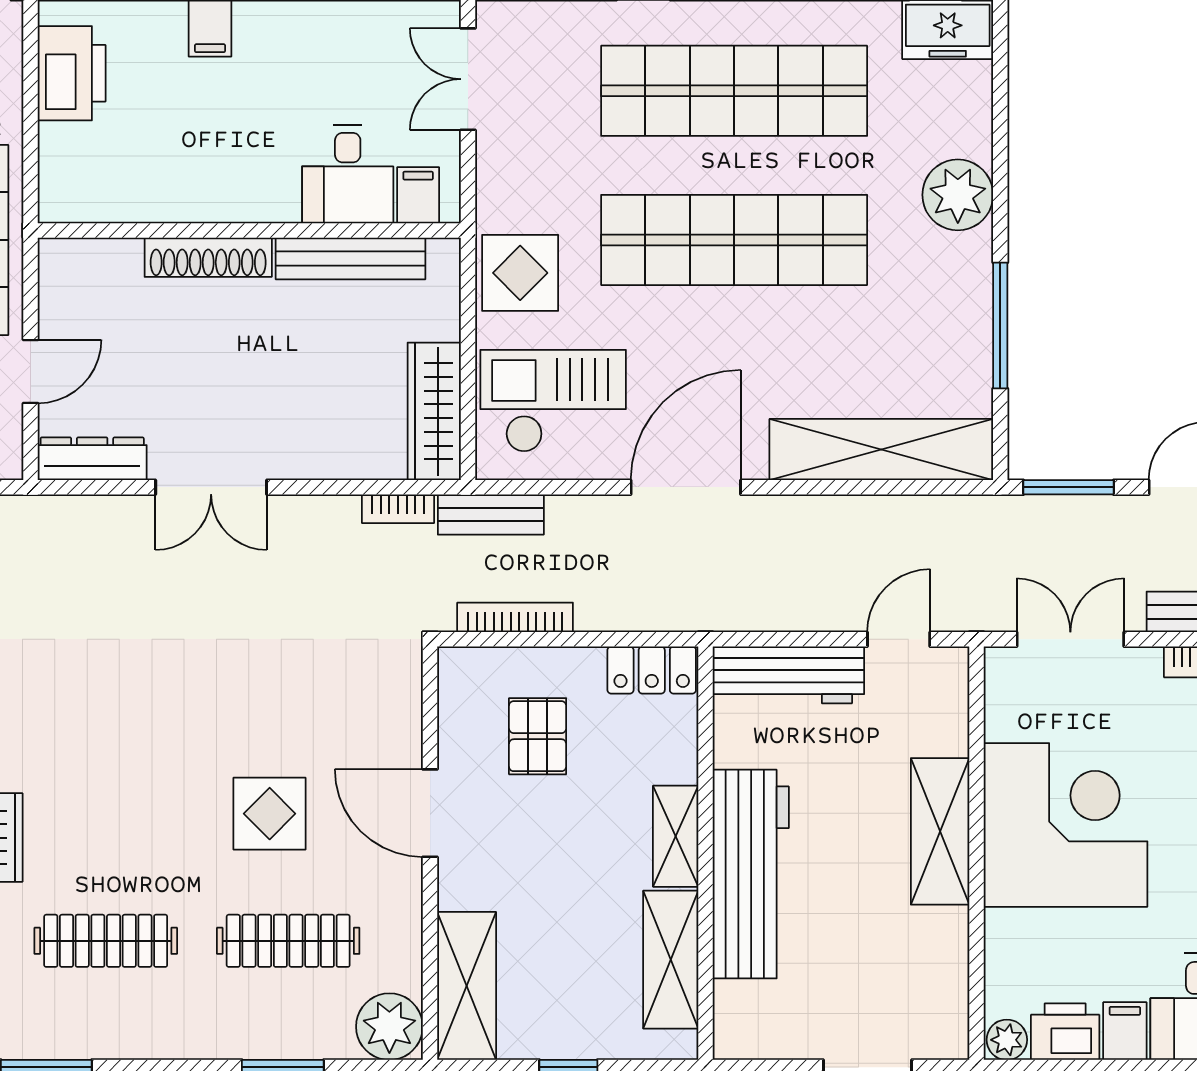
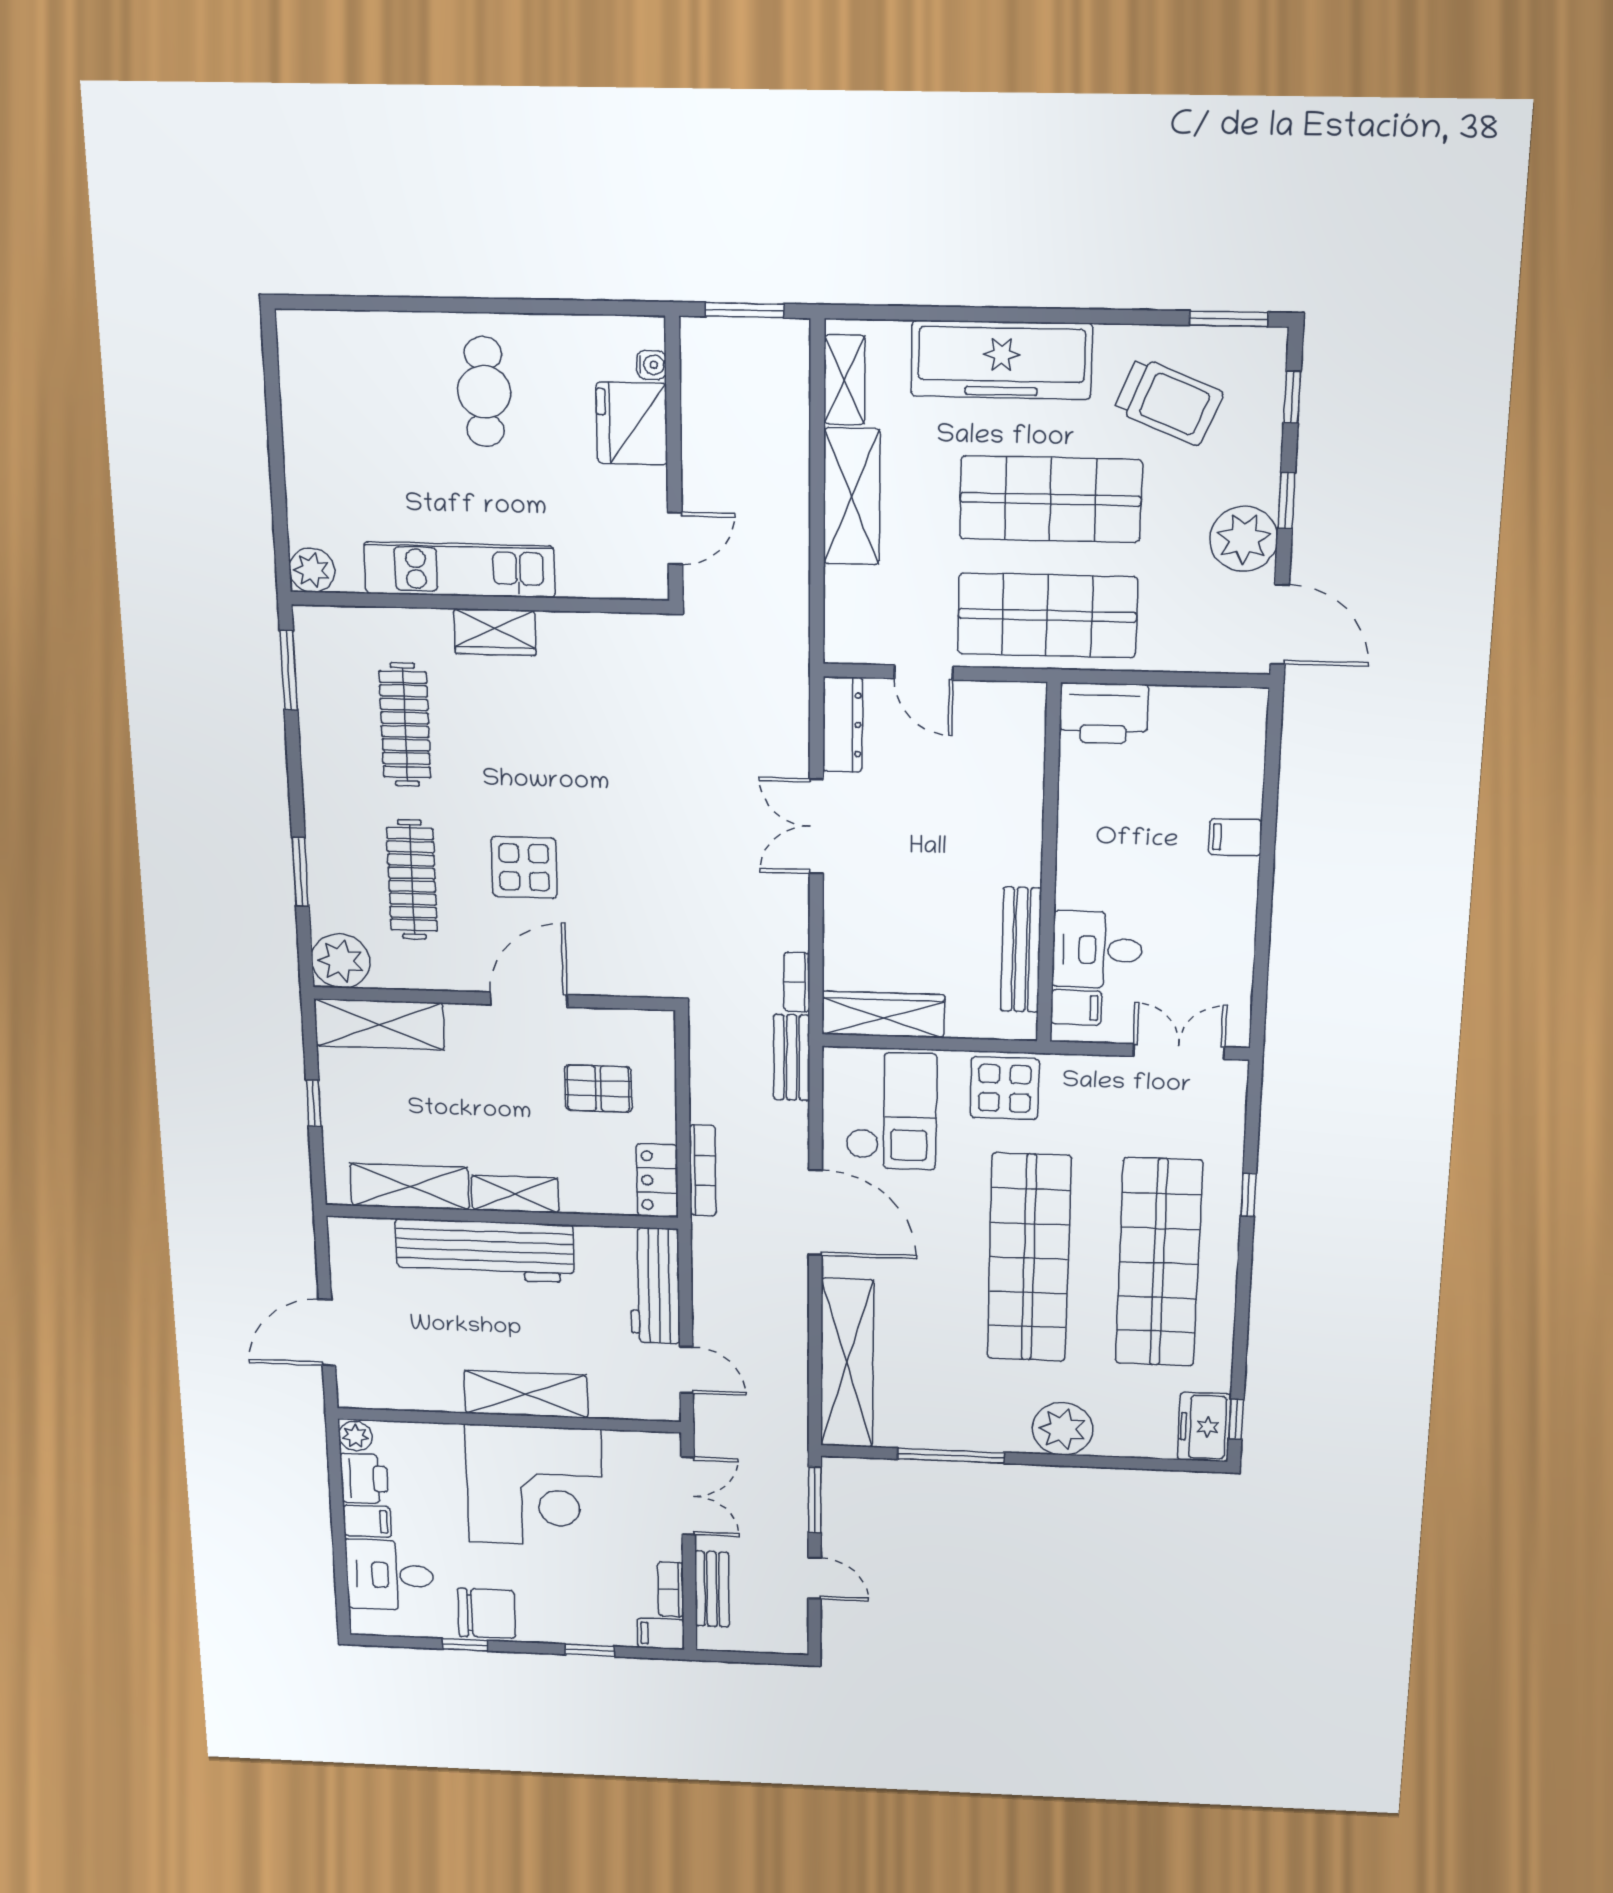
printer: (72, 73) -> (1104, 713), moved
shoe rack: (208, 257) -> (1025, 830), removed
bookcase: (515, 617) -> (703, 1170), moved

